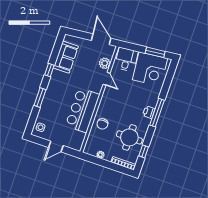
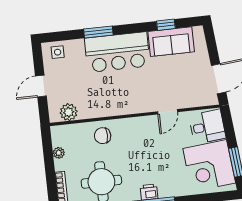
plant: (105, 63) -> (69, 112), moved
window: (49, 70) -> (166, 25), moved
bar counter: (83, 110) -> (117, 52), moved, turned 180
door: (56, 147) -> (41, 86), hinge flipped

